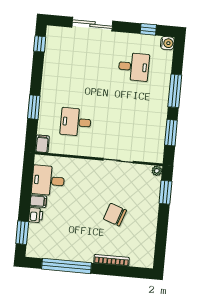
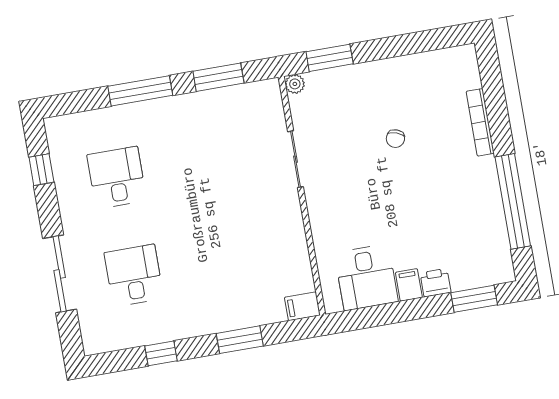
water cooler: (167, 43) -> (57, 128), removed
window: (40, 44) -> (161, 353), moved
desk: (76, 122) -> (134, 275), moved, turned 180
chair: (115, 215) -> (395, 139), width x0.54, depth x0.54

